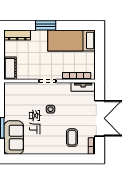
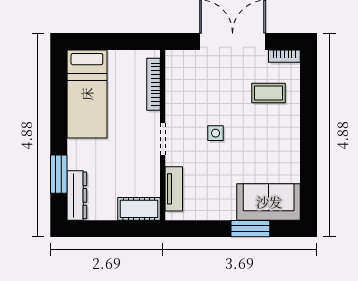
window: (46, 25) -> (59, 174), moved
tv unit: (83, 87) -> (174, 189), moved

